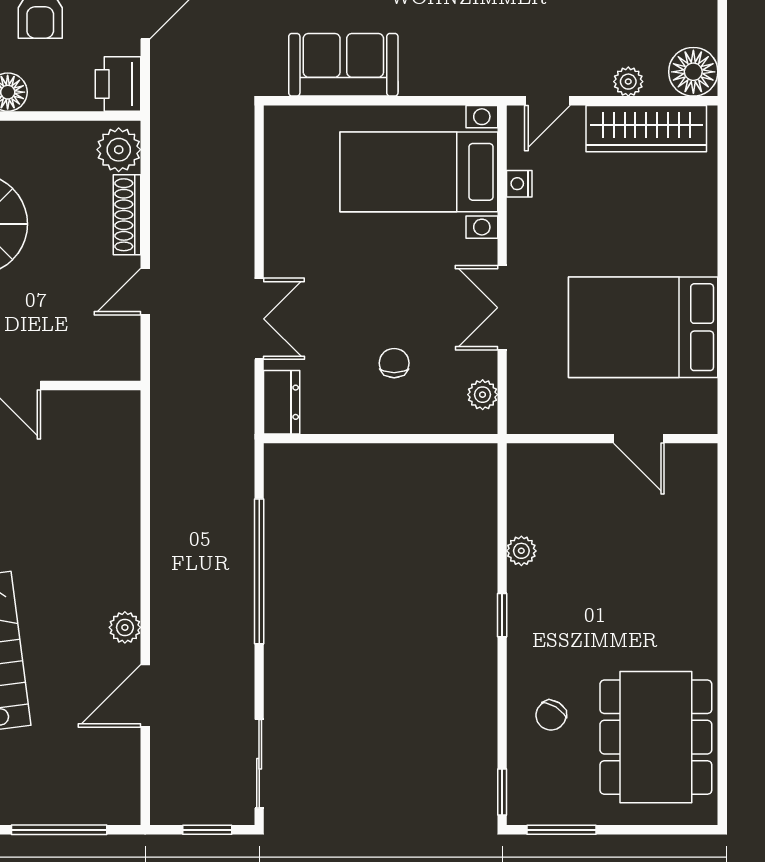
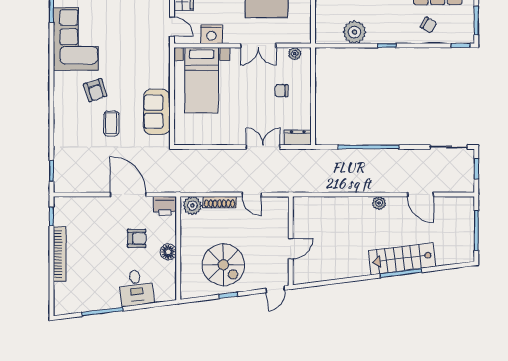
nightstand: (519, 184) -> (211, 34), width x1.89, depth x1.79
plant: (521, 551) -> (354, 32), width x1.88, depth x1.88
plant: (125, 627) -> (379, 203), moved

